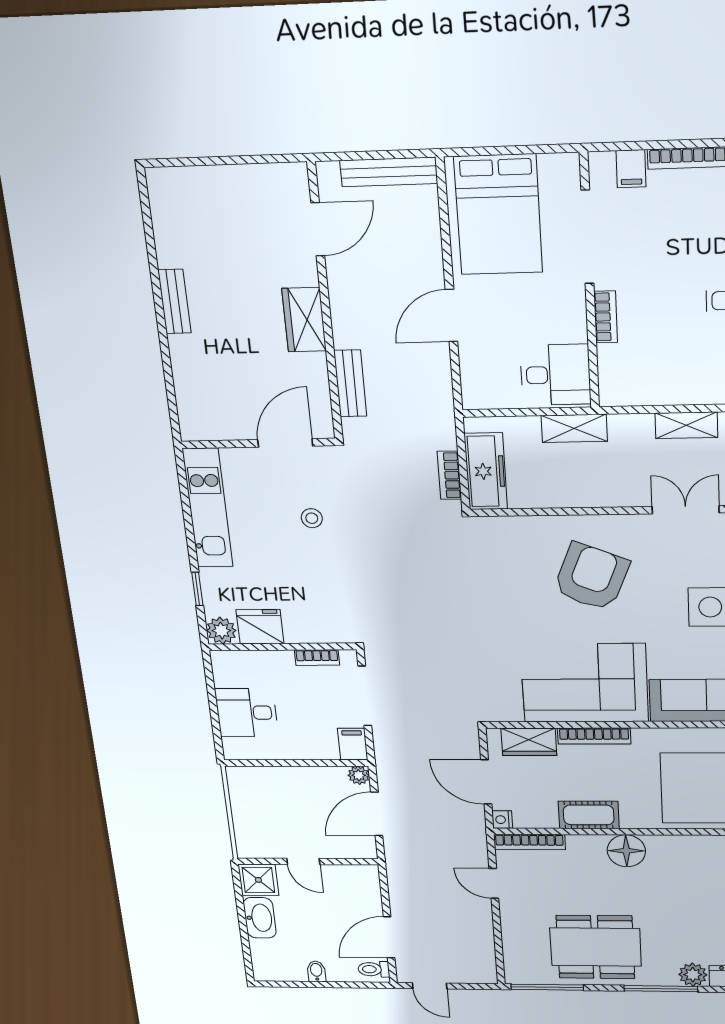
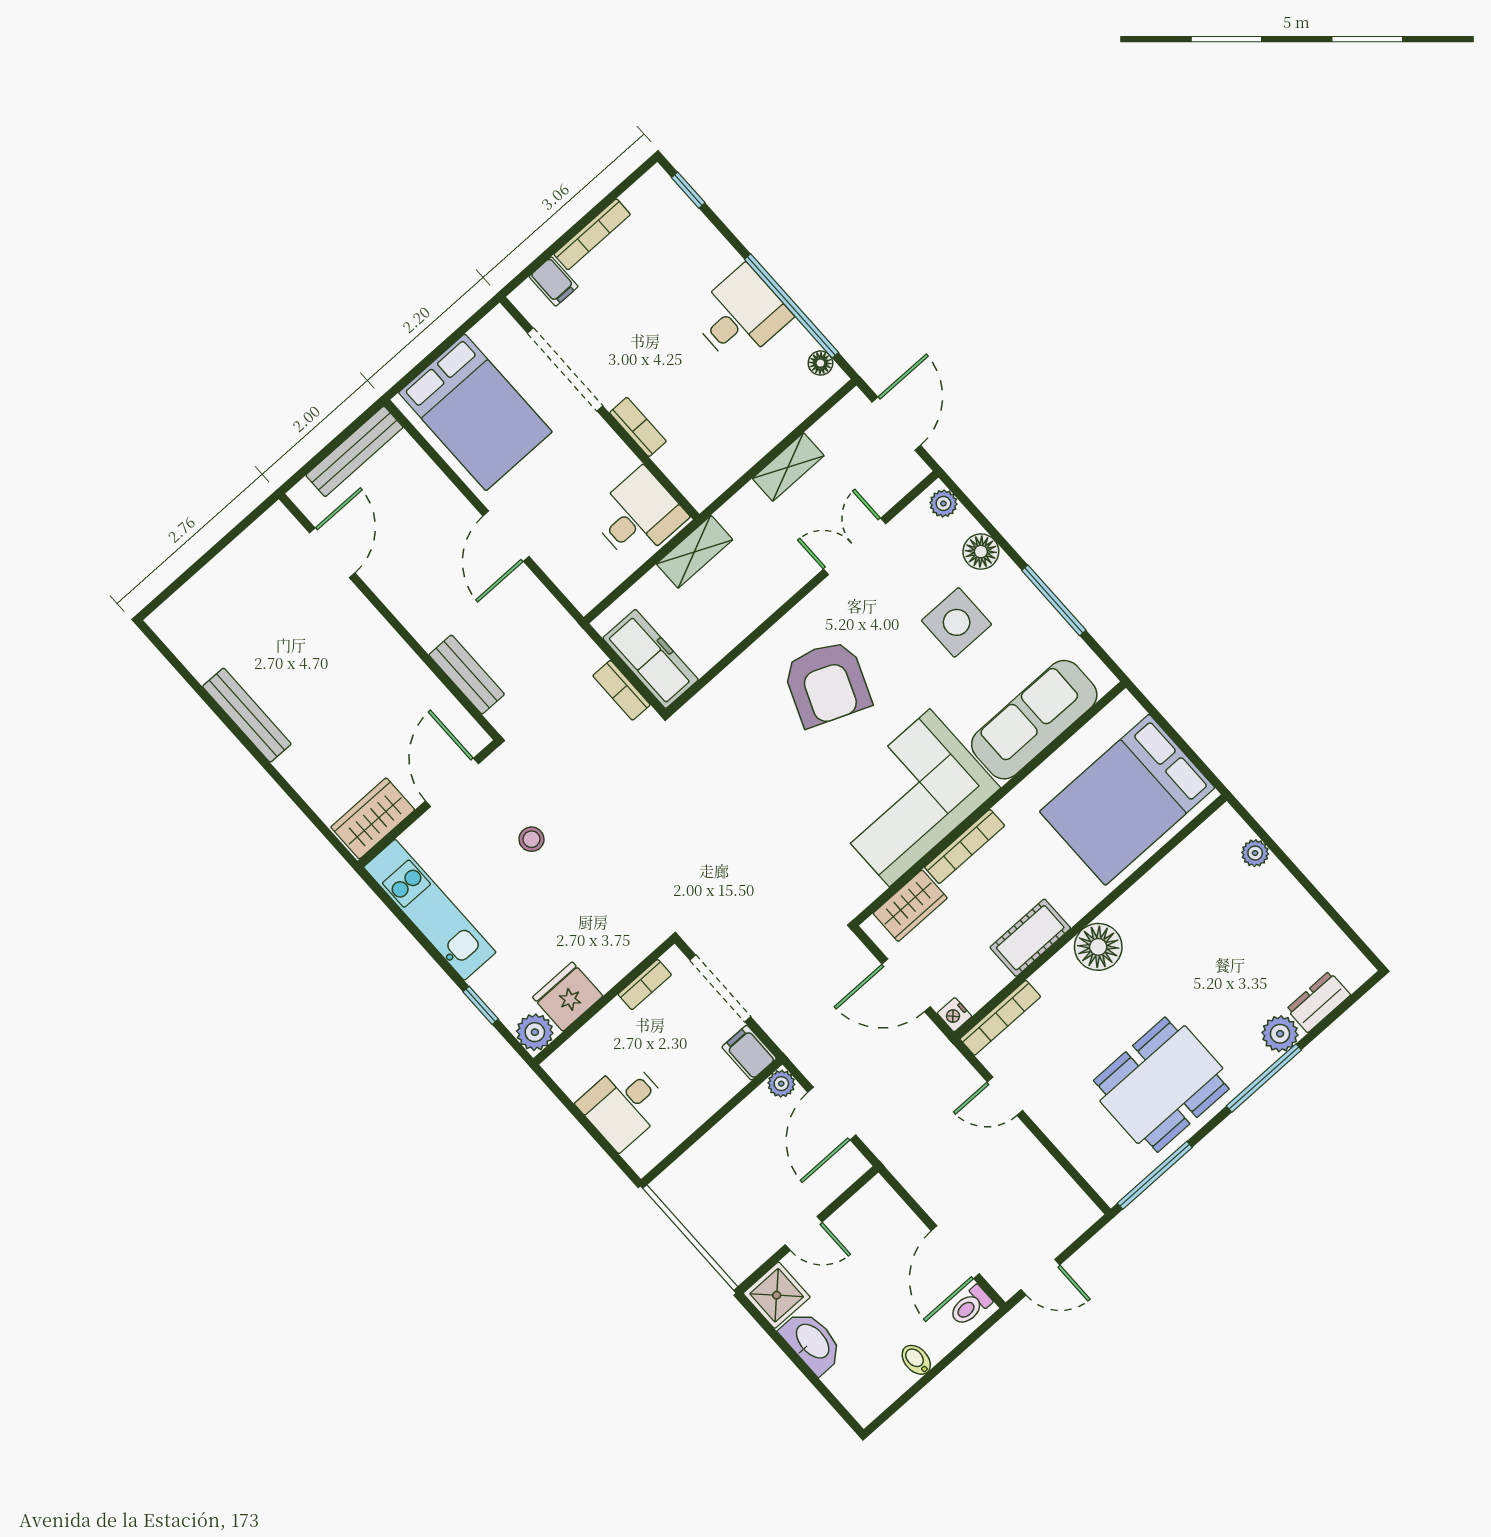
bench: (174, 301) -> (247, 715), width x1.36
wardrobe: (304, 320) -> (373, 818), moved, turned 90
armchair: (591, 577) -> (827, 683), turned 180

